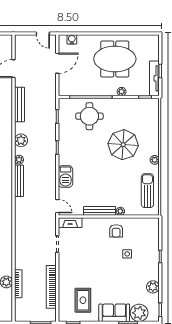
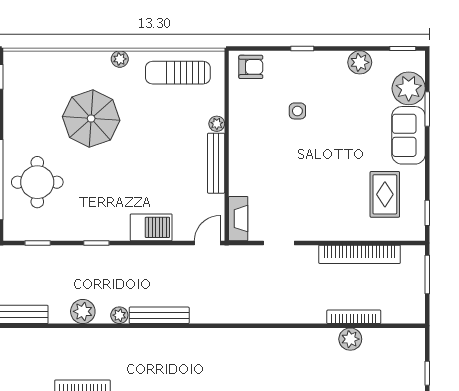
armchair: (116, 231) -> (251, 67), moved
rug: (83, 300) -> (385, 194), turned 90

